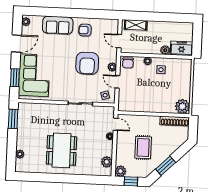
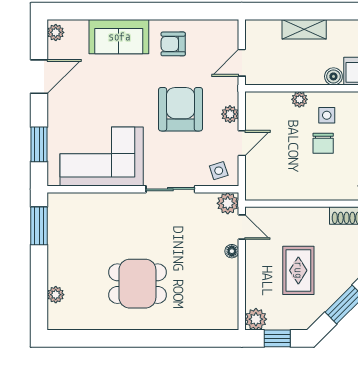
shelving: (136, 25) -> (304, 29), moved
door: (119, 41) -> (242, 63), hinge flipped
armchair: (87, 63) -> (180, 109), turned 180
chair: (128, 63) -> (323, 143), moved
corner sofa: (34, 75) -> (102, 157), moved, turned -90
door: (117, 82) -> (242, 143), swing flipped
dining table: (61, 150) -> (137, 284), width x0.73
plant: (107, 162) -> (228, 203), moved

